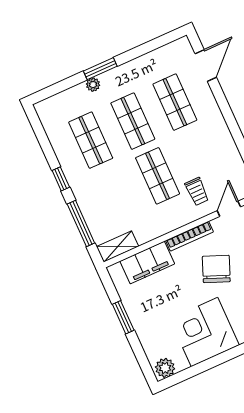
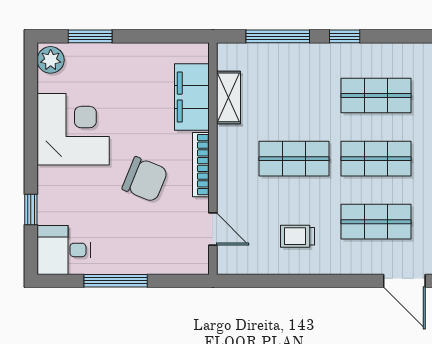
trolley: (197, 191) -> (297, 236), moved
shelving: (118, 247) -> (228, 97), moved
window: (123, 317) -> (90, 36), moved

